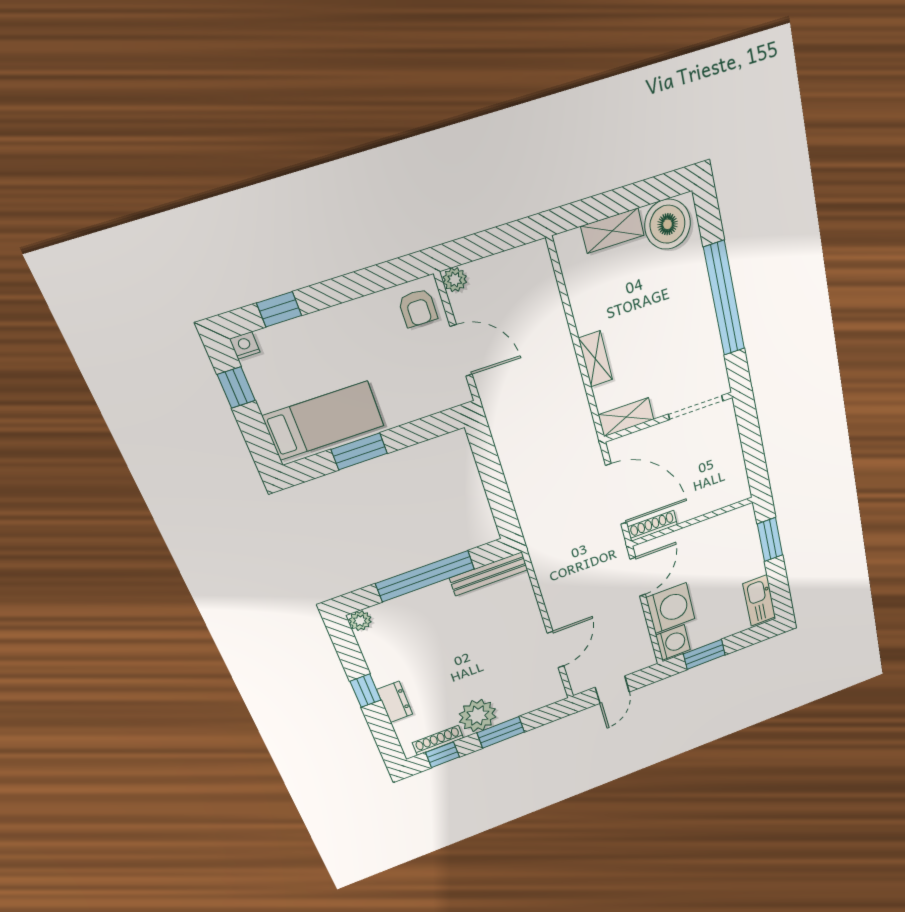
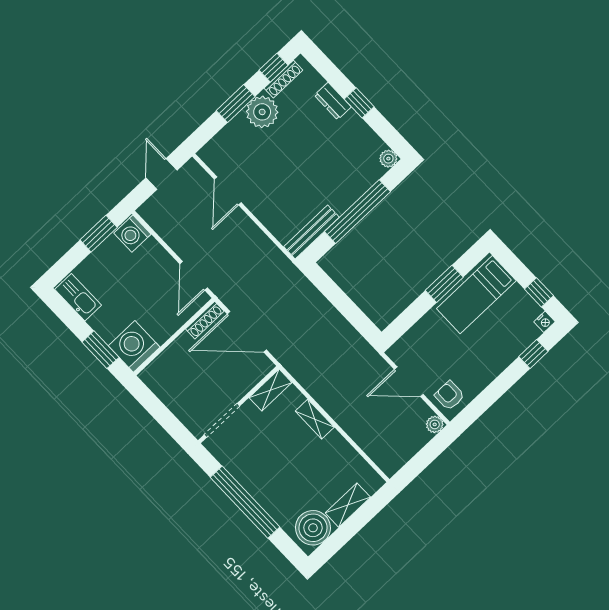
washing machine: (670, 608) -> (134, 346), moved, turned 90

